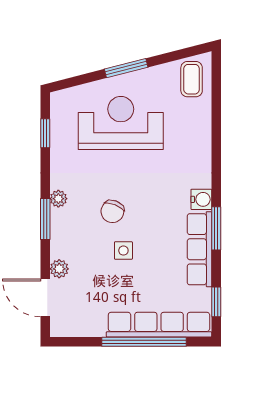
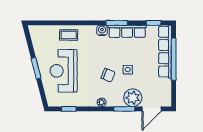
coffee table: (192, 79) -> (69, 35), moved
window: (45, 219) -> (124, 109), moved
plant: (59, 269) -> (133, 98), width x1.87, depth x1.87

